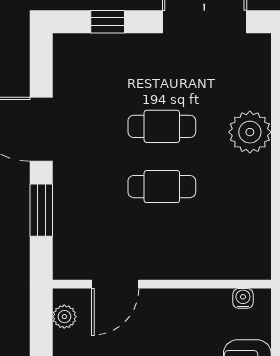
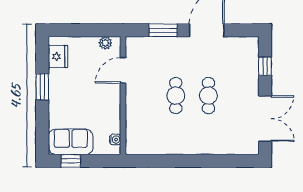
plant: (250, 132) -> (205, 143), removed
door: (115, 284) -> (123, 70), hinge flipped

